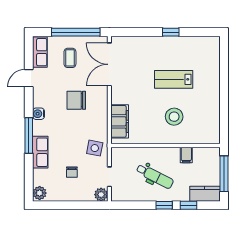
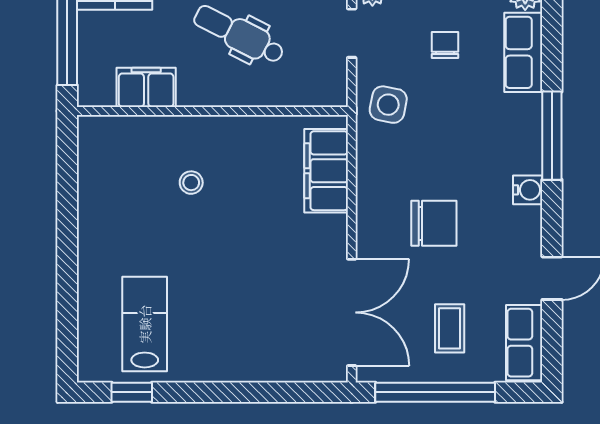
window: (171, 32) -> (132, 392), moved
lab bench: (174, 79) -> (145, 324), moved, turned -90
stool: (174, 117) -> (191, 183), width x0.53, depth x0.53
row of seats: (40, 152) -> (523, 52), moved
filing cabinet: (186, 155) -> (146, 87), width x2.00

